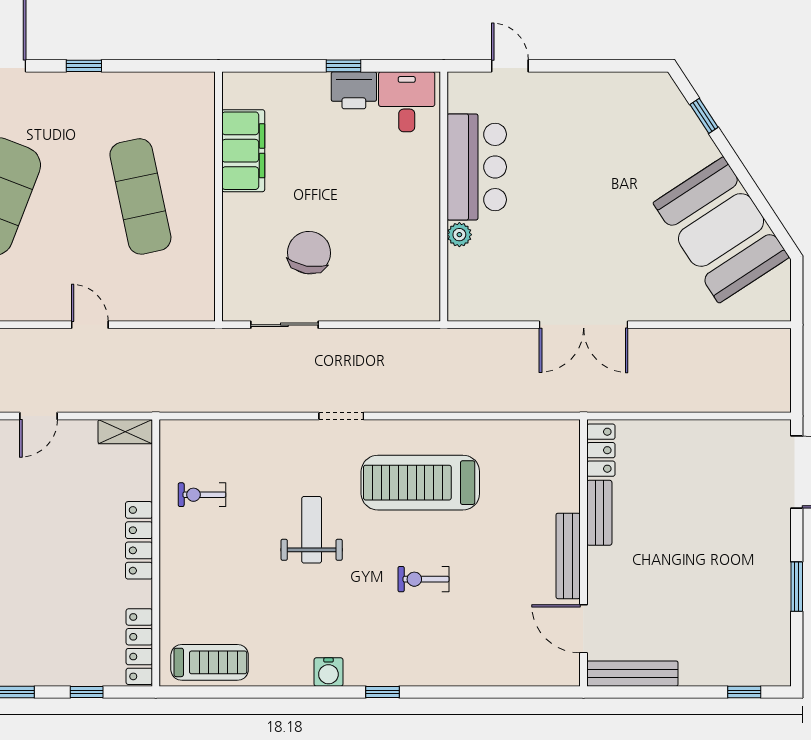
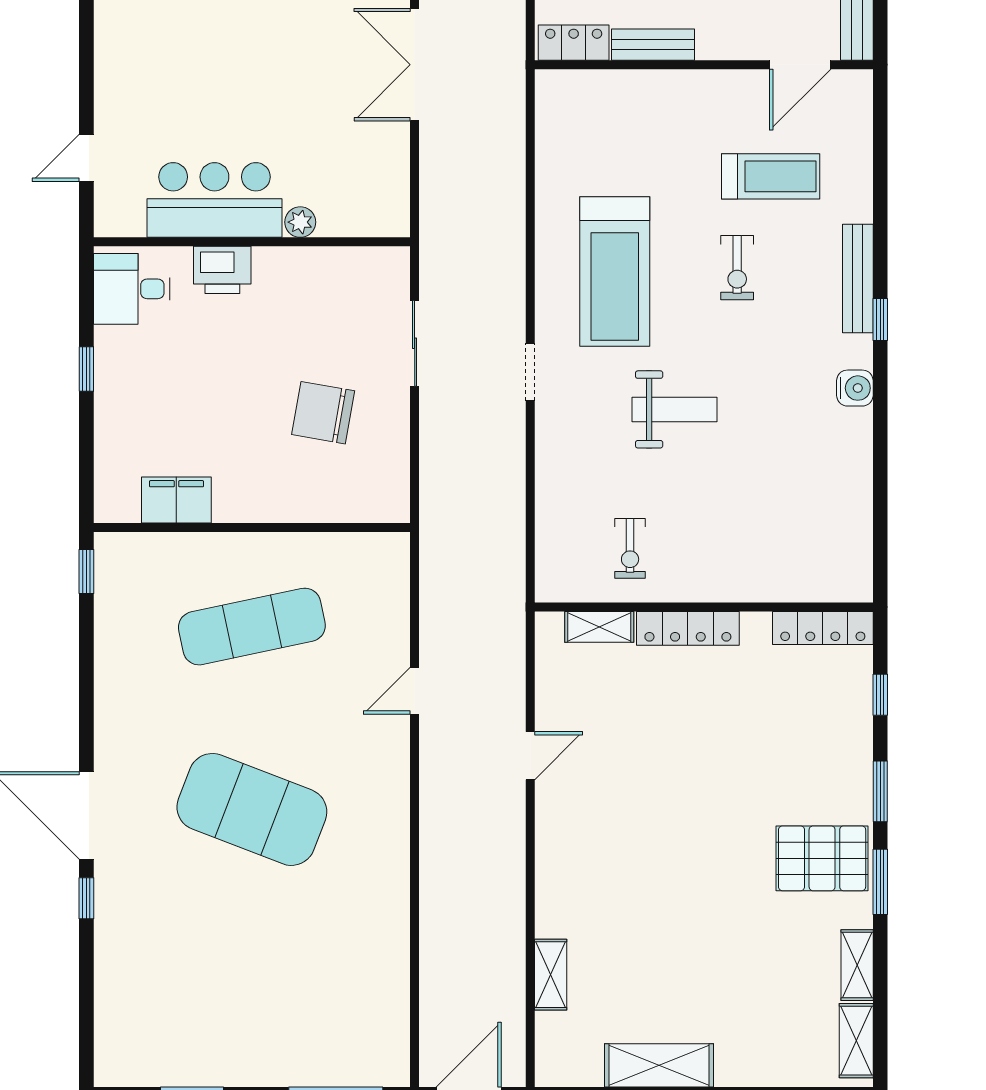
window: (84, 66) -> (86, 572), moved
printer: (354, 90) -> (222, 270), moved, turned 90
filing cabinet: (243, 151) -> (176, 500), width x0.67, depth x0.86
sliding door: (284, 325) -> (415, 343), moved
double door: (584, 325) -> (415, 65), swing flipped
door: (39, 416) -> (530, 756), hinge flipped
shelving: (125, 432) -> (599, 627), moved, turned 90
weight bench: (312, 530) -> (675, 409), turned 180
bench: (568, 556) -> (858, 278), moved, turned 90
treadmill: (210, 662) -> (771, 176), moved, turned 90

